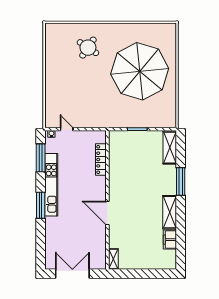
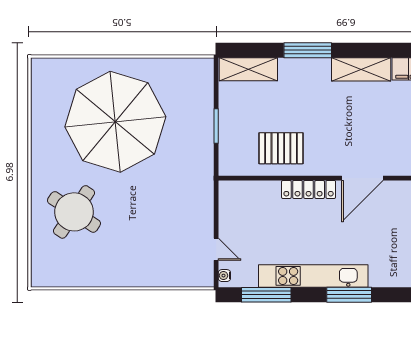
round table: (88, 48) -> (74, 212), width x1.36, depth x1.36
door: (67, 129) -> (216, 249), swing flipped
locker: (101, 160) -> (309, 189), moved
pallet: (124, 166) -> (281, 148), added

